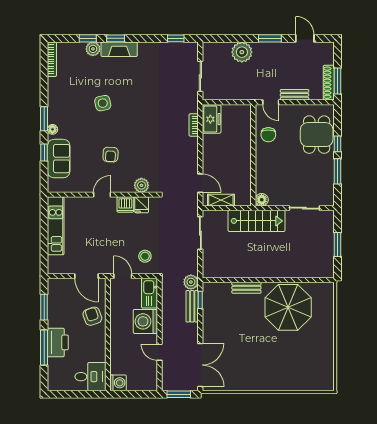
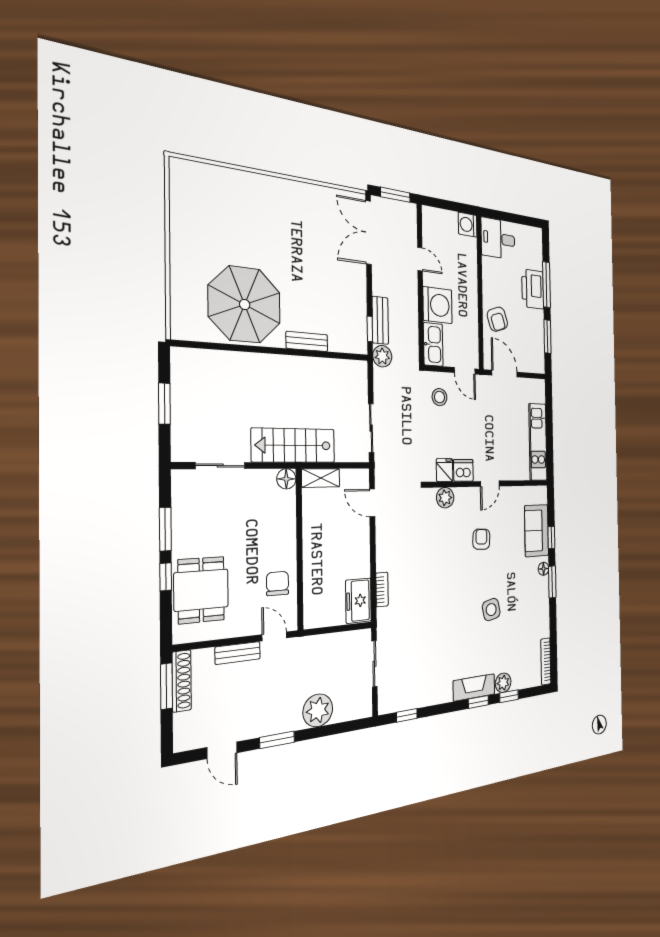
shelving: (221, 200) -> (321, 478), moved

